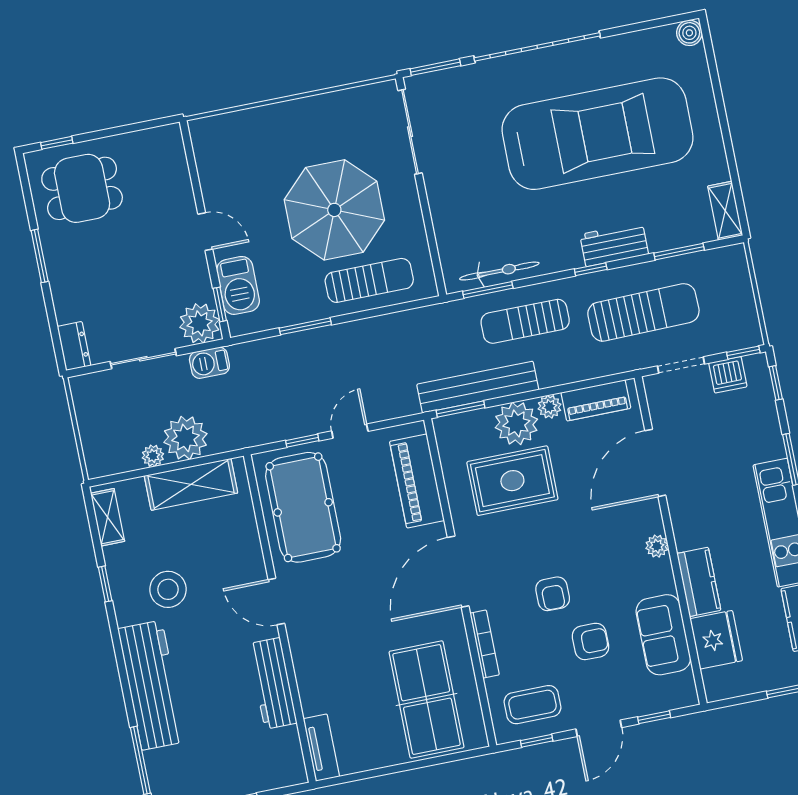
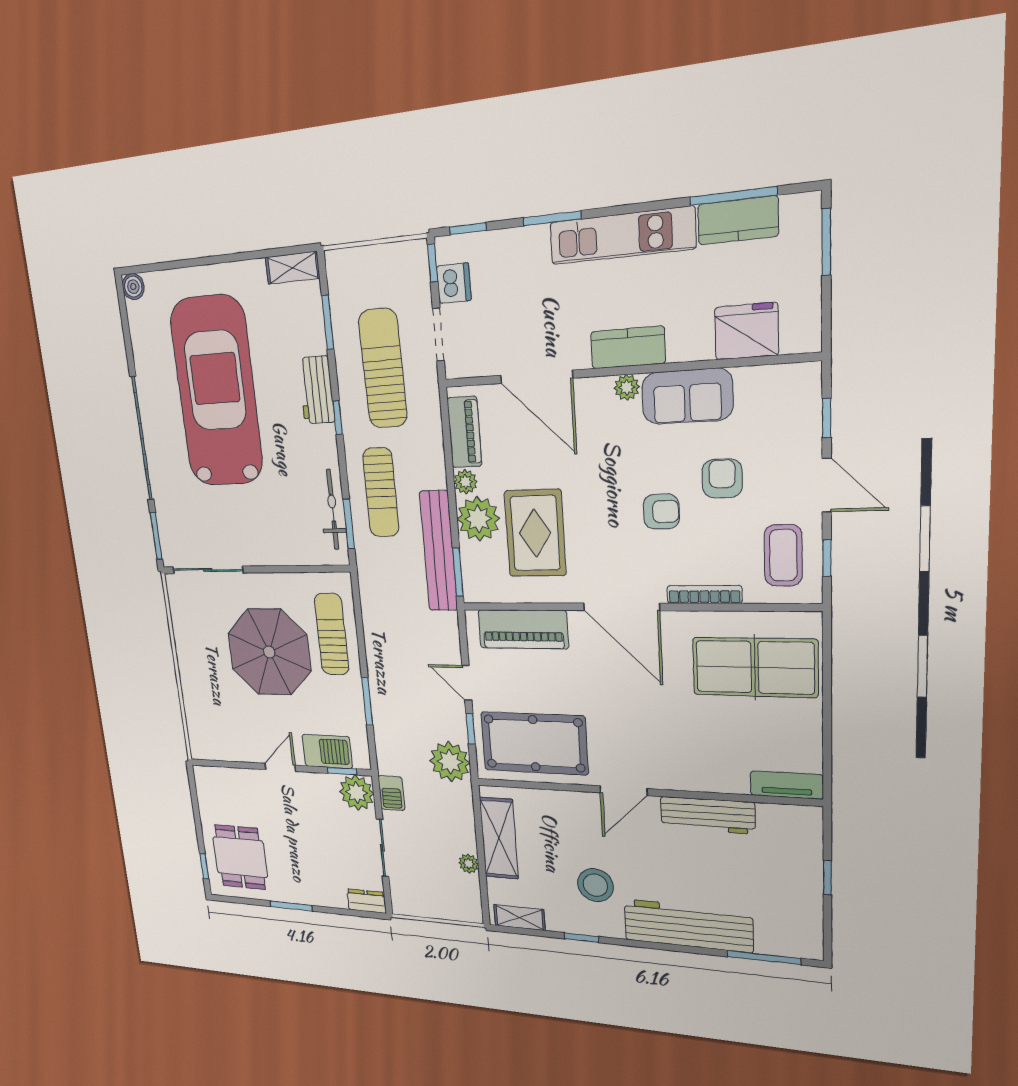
plant: (185, 438) -> (450, 762), moved
kitchen counter: (699, 582) -> (628, 347), moved
sofa: (663, 635) -> (687, 396), moved

